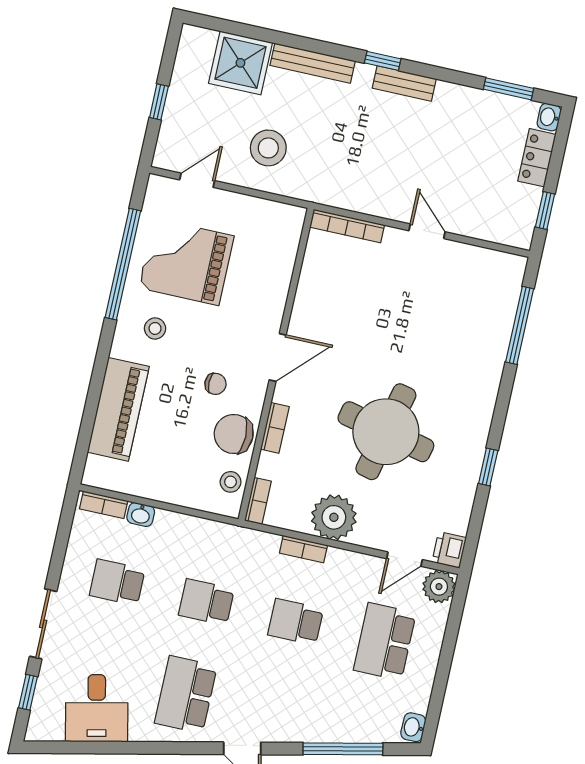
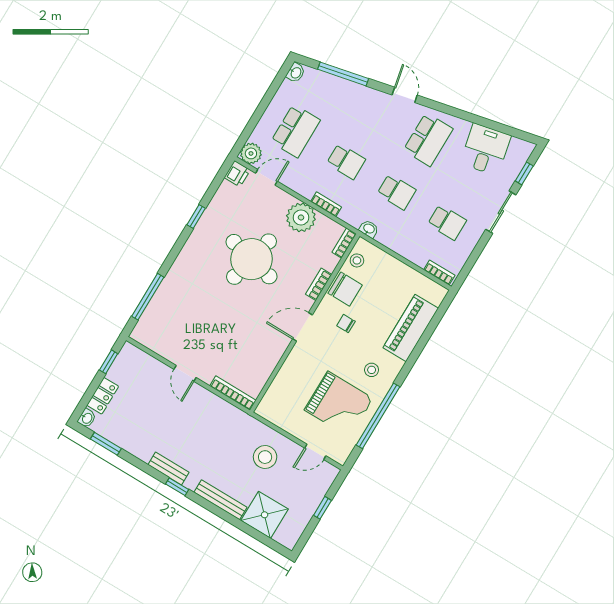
washbasin: (141, 515) -> (369, 229), moved

